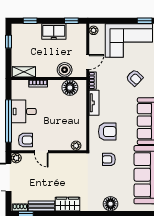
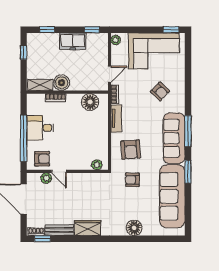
boiler: (65, 70) -> (62, 83), moved
armchair: (107, 132) -> (131, 150), turned 86
plant: (16, 158) -> (46, 178), moved

